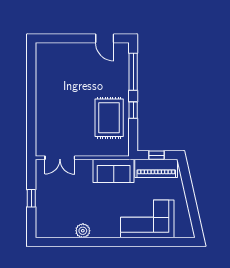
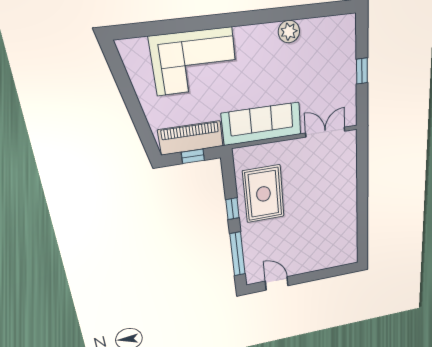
sofa: (114, 171) -> (262, 124), width x1.36

